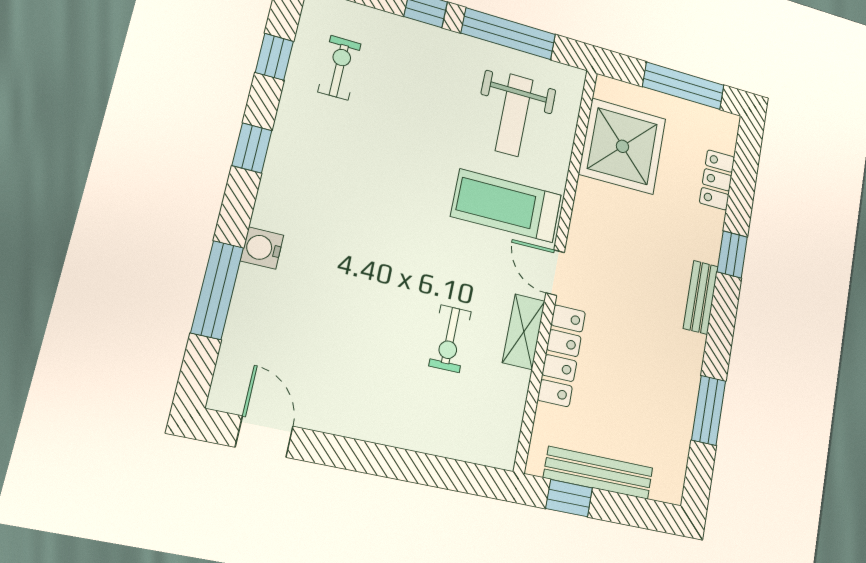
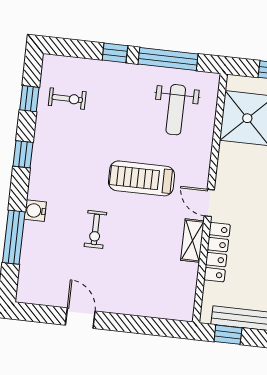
exercise bike: (339, 68) -> (67, 99), turned 90
treadmill: (506, 206) -> (141, 178), moved
exercise bike: (450, 339) -> (95, 229), moved
door: (264, 437) -> (80, 318), moved

